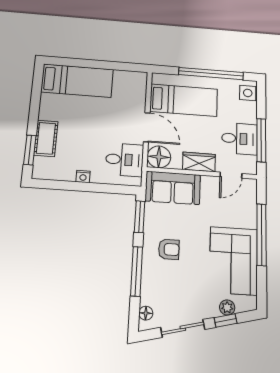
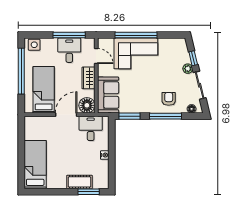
armchair: (169, 249) -> (169, 99), moved
corner sofa: (234, 261) -> (136, 53), moved
plant: (227, 307) -> (188, 69), moved

